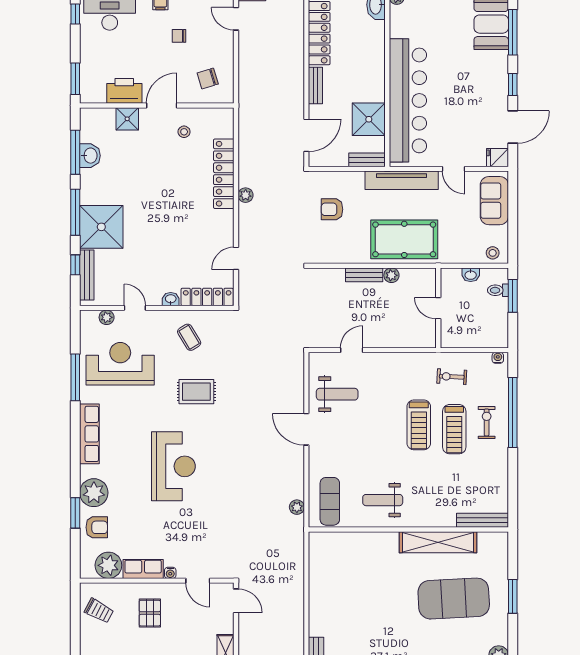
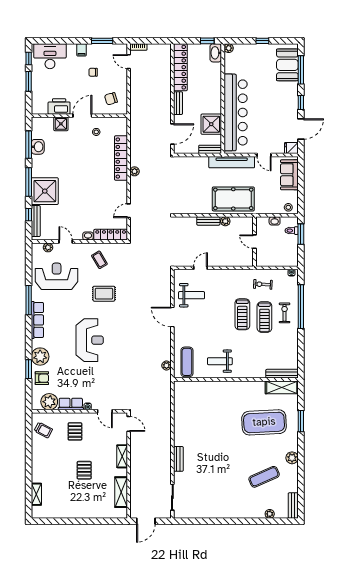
window: (75, 79) -> (29, 81), moved
armchair: (332, 209) -> (188, 180), removed
window: (75, 377) -> (29, 300), moved
shelving: (438, 542) -> (282, 387), moved, width x0.68

